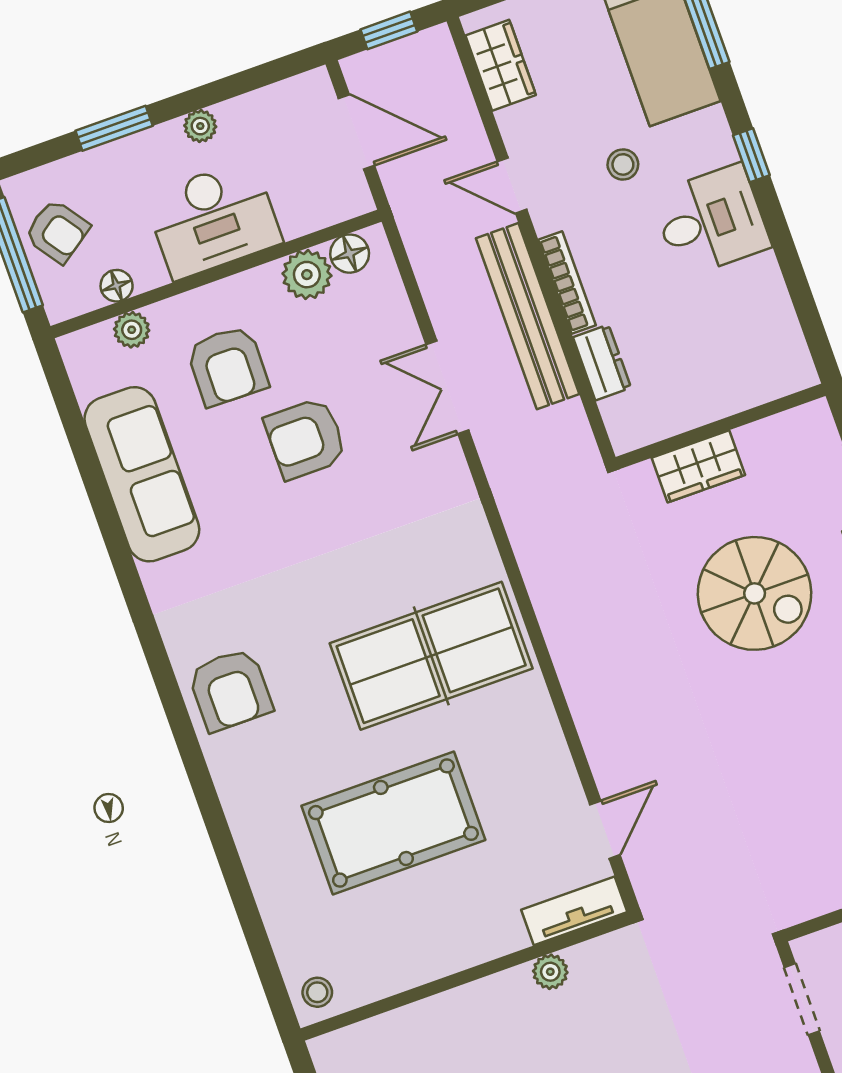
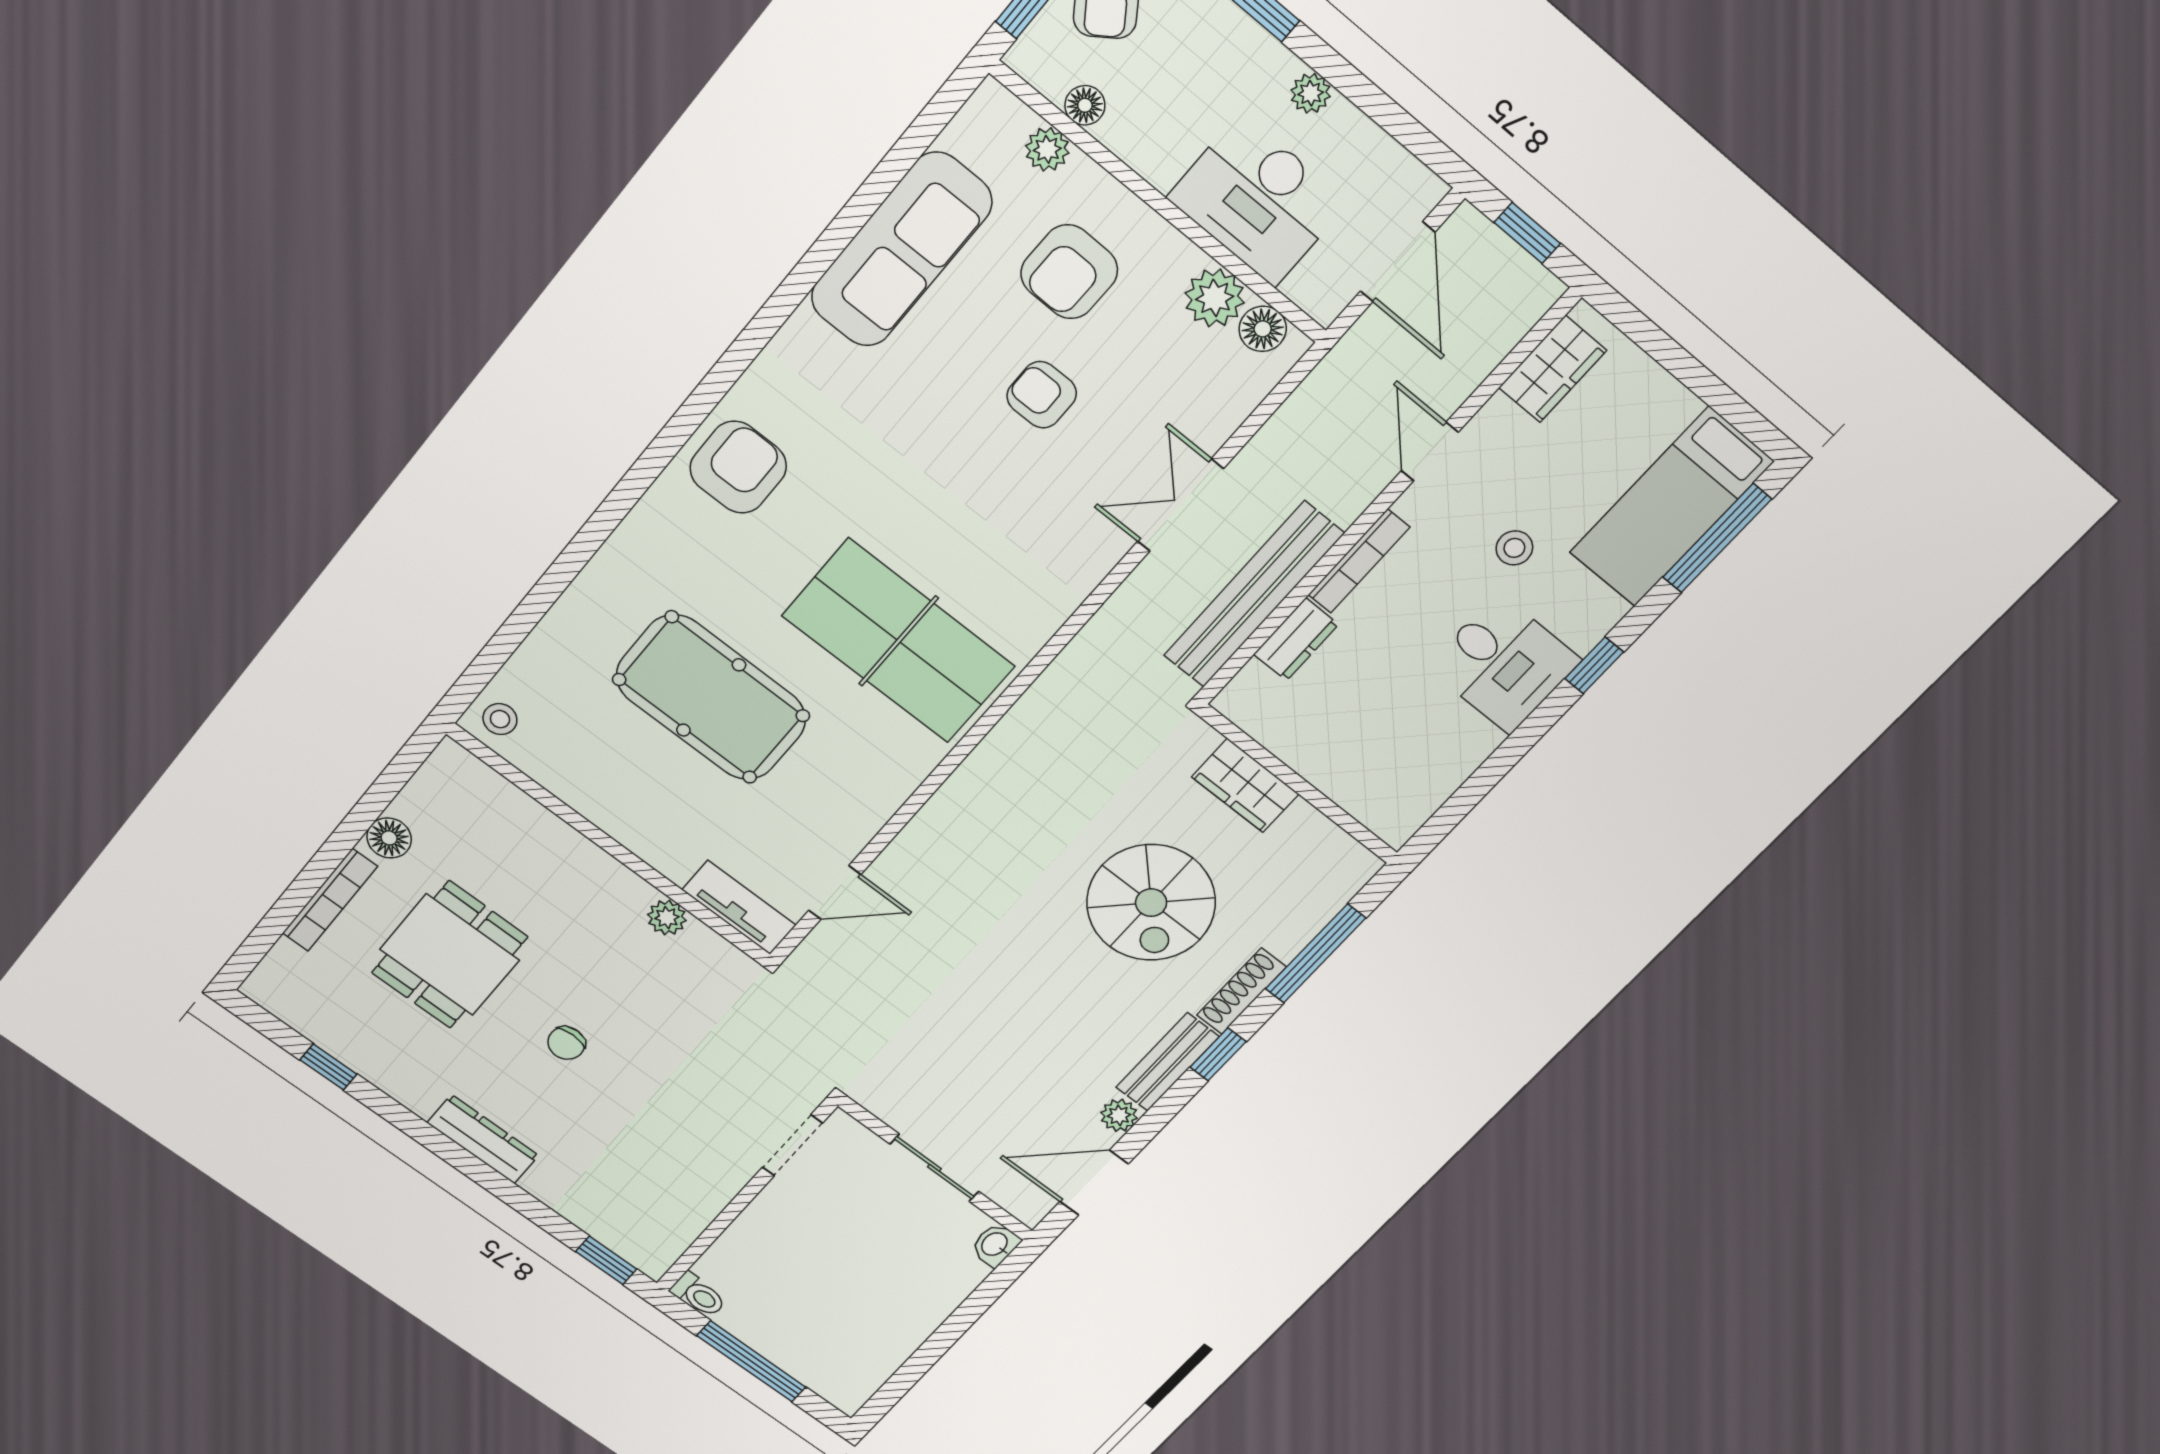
desk: (213, 219) -> (1258, 200), moved
bench: (528, 316) -> (1254, 595), moved
armchair: (306, 438) -> (1042, 395), width x0.72, depth x0.72
armchair: (230, 690) -> (738, 467), turned 180

